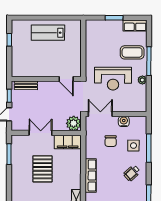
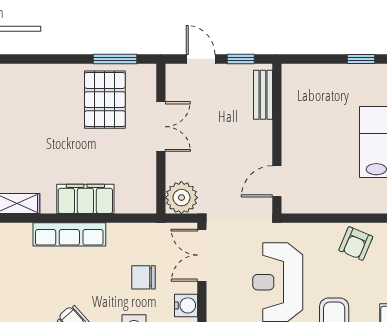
armchair: (95, 42) -> (356, 244), added
double door: (100, 114) -> (202, 255), swing flipped
filing cabinet: (68, 142) -> (85, 199), moved, turned 90
pallet: (42, 169) -> (105, 100), moved, turned 90

